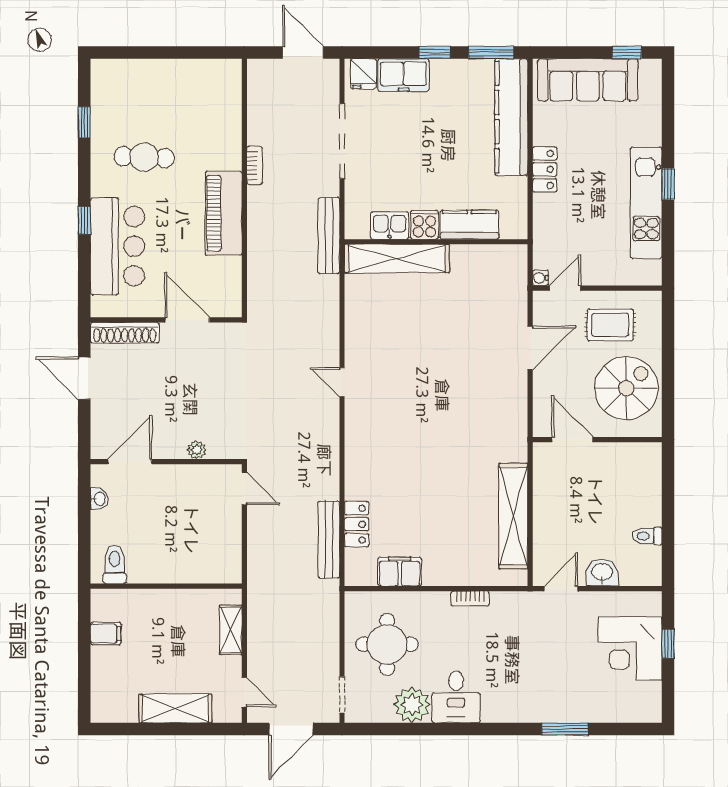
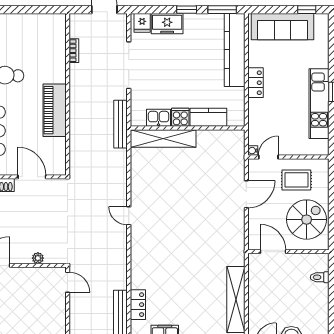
bookcase: (254, 165) -> (74, 51), moved
toilet: (647, 536) -> (320, 277), moved

